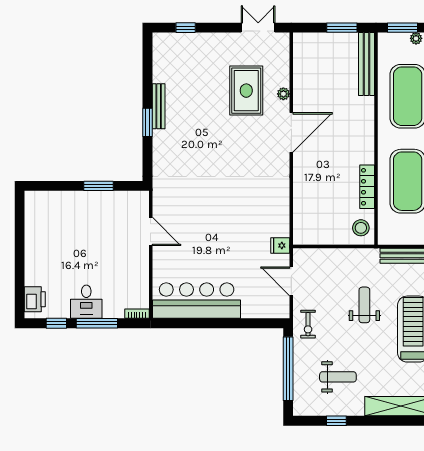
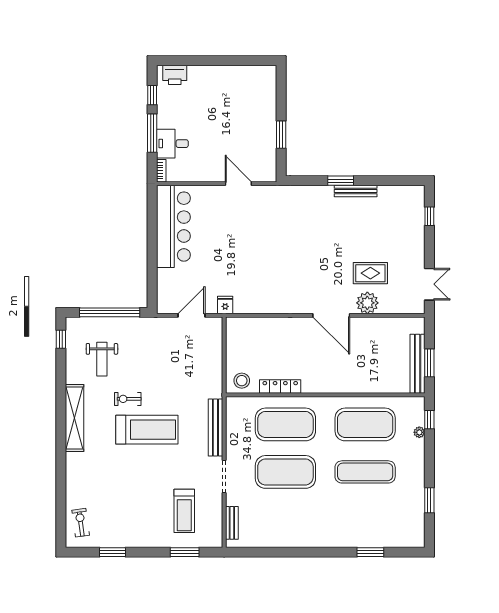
window: (403, 28) -> (429, 420), width x0.67
bench: (367, 64) -> (418, 364), moved, turned 90
rug: (246, 91) -> (370, 273), width x0.73, depth x0.70
plant: (283, 94) -> (367, 303), width x1.88, depth x1.88
door: (151, 231) -> (238, 184), swing flipped
desk: (86, 302) -> (172, 144), moved
weight bench: (364, 305) -> (169, 384), removed
exercise bike: (308, 324) -> (128, 399), moved
window: (336, 421) -> (61, 339), moved

